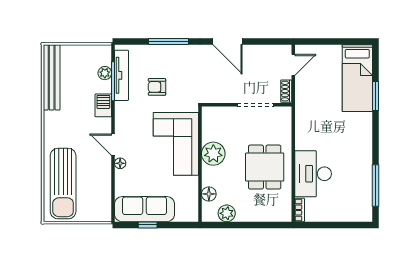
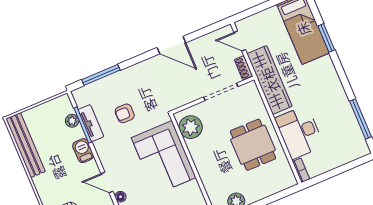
window: (168, 42) -> (101, 75), moved
door: (293, 65) -> (240, 41), swing flipped
tv unit: (121, 75) -> (91, 123), width x0.71
wardrobe: (306, 113) -> (270, 80), added
plant: (213, 154) -> (191, 127), moved
floor lamp: (209, 194) -> (213, 191), removed

